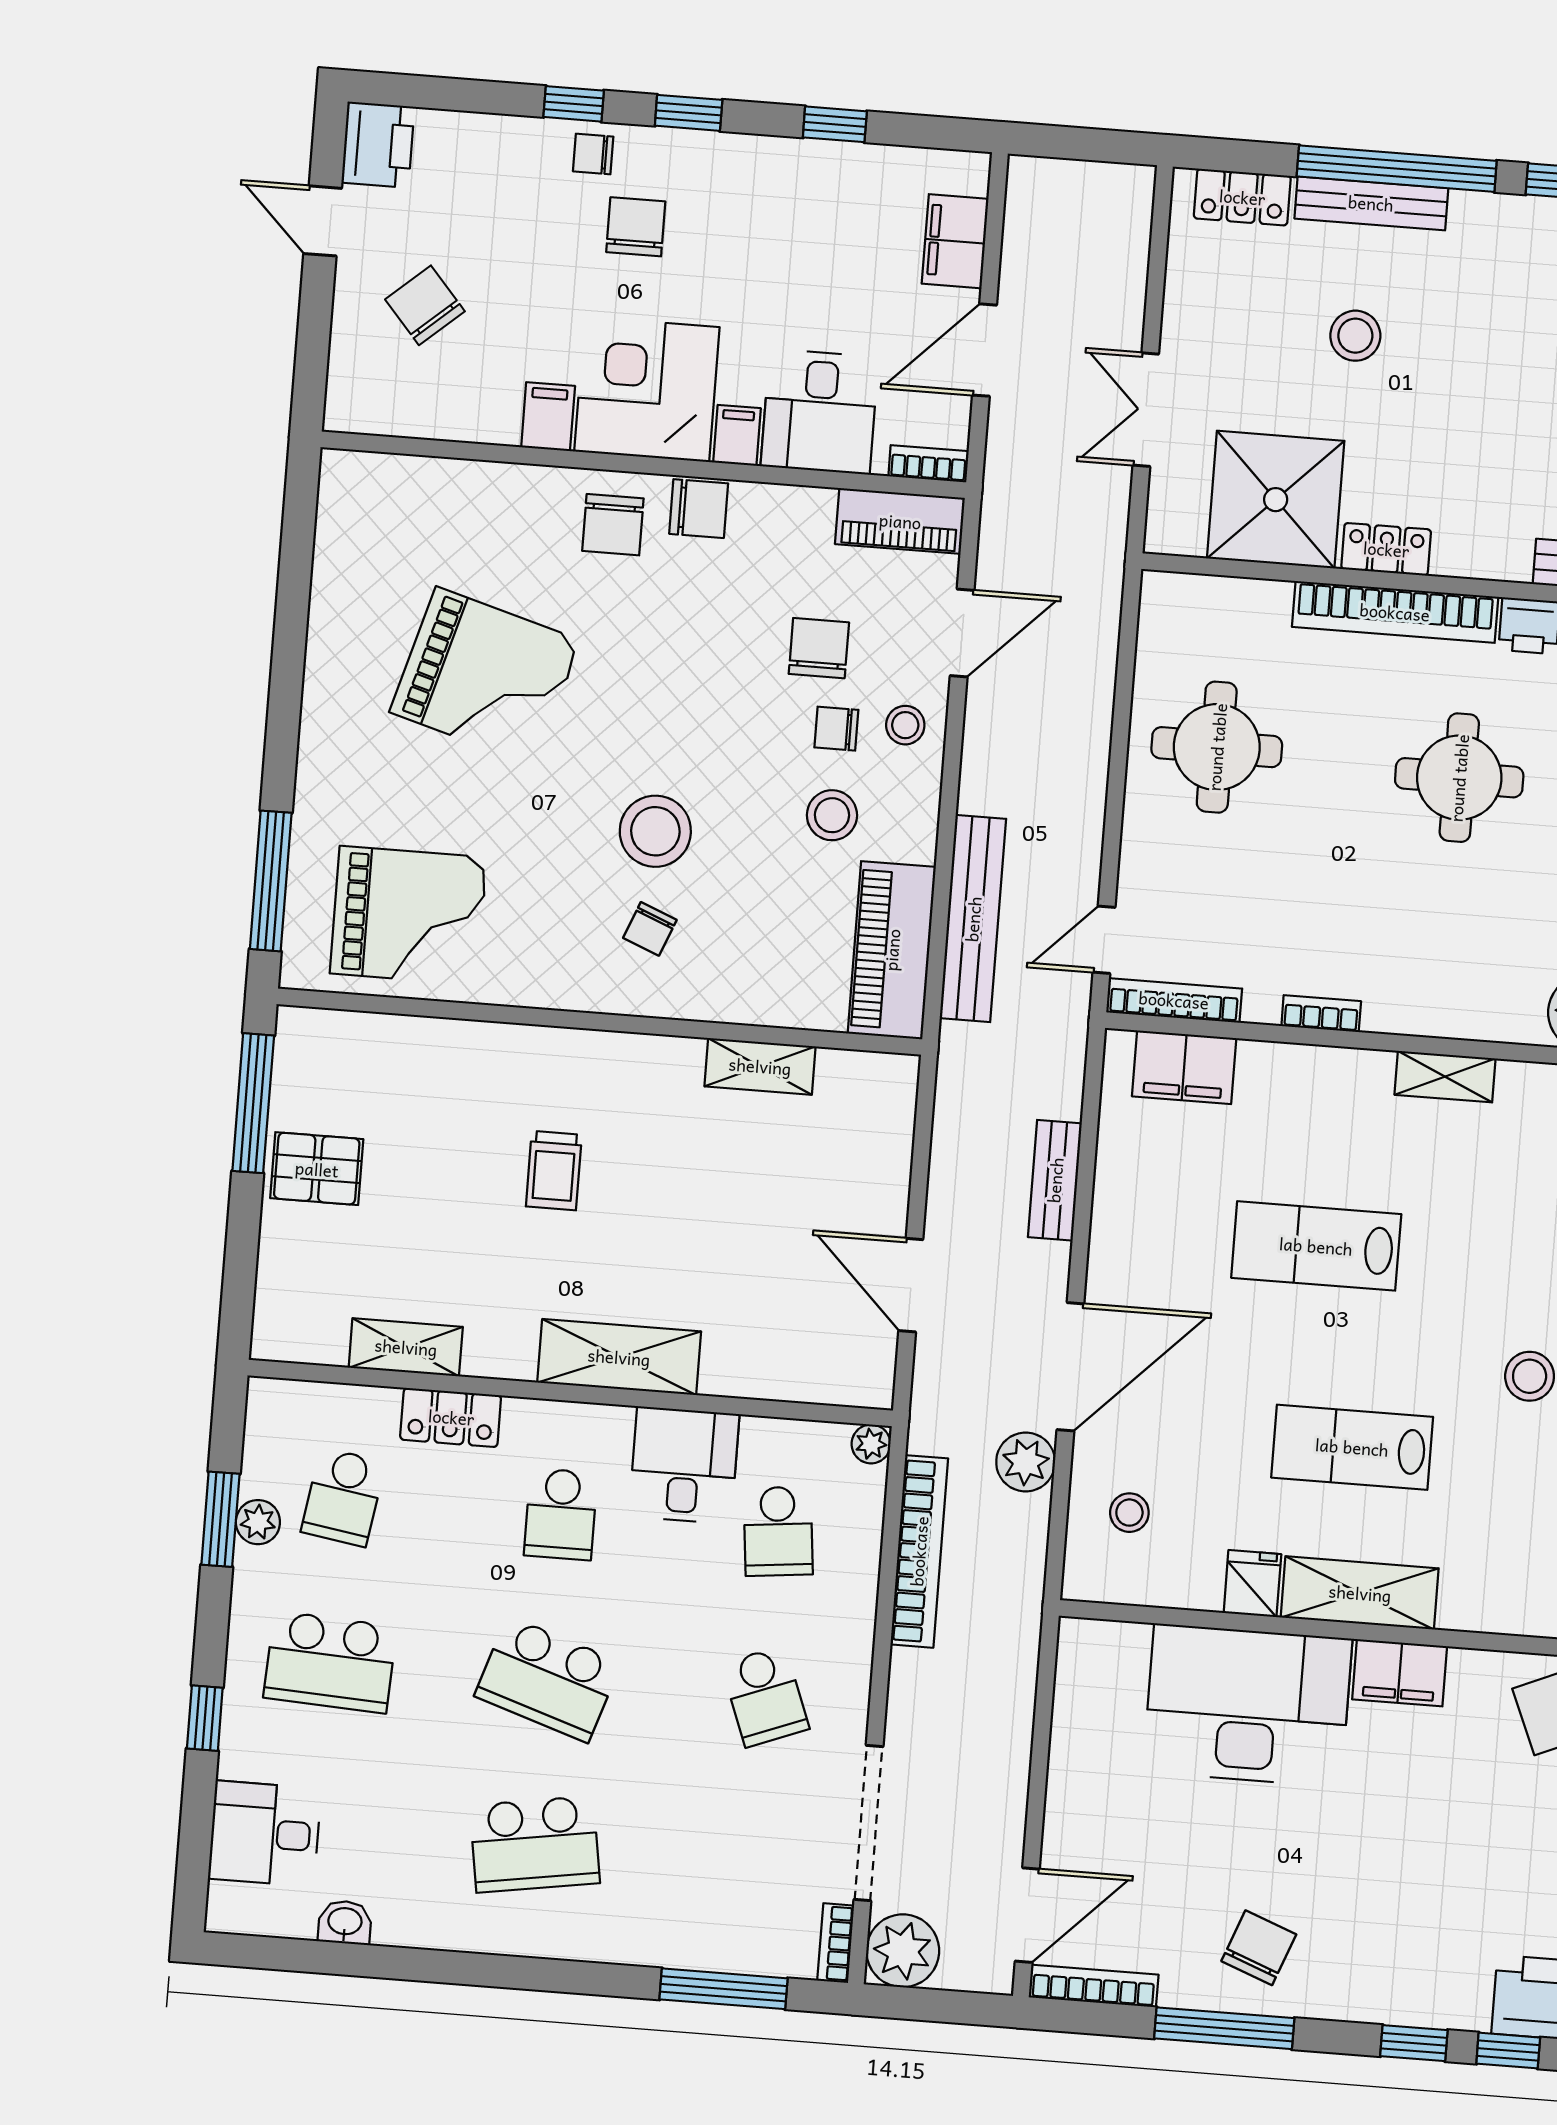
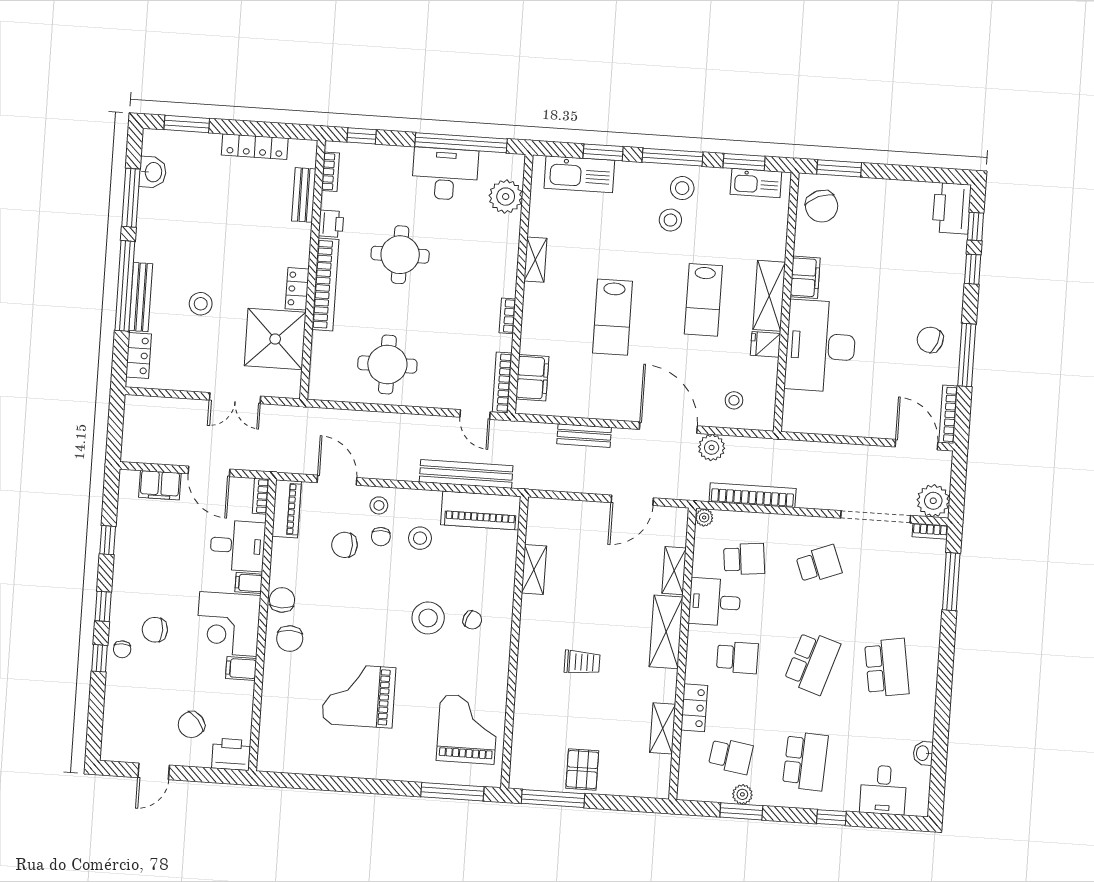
printer: (378, 145) -> (231, 754), moved
chair: (613, 525) -> (290, 639), turned 90
grand piano: (485, 676) -> (359, 696), turned -106
shelving: (754, 1376) -> (674, 571), added

